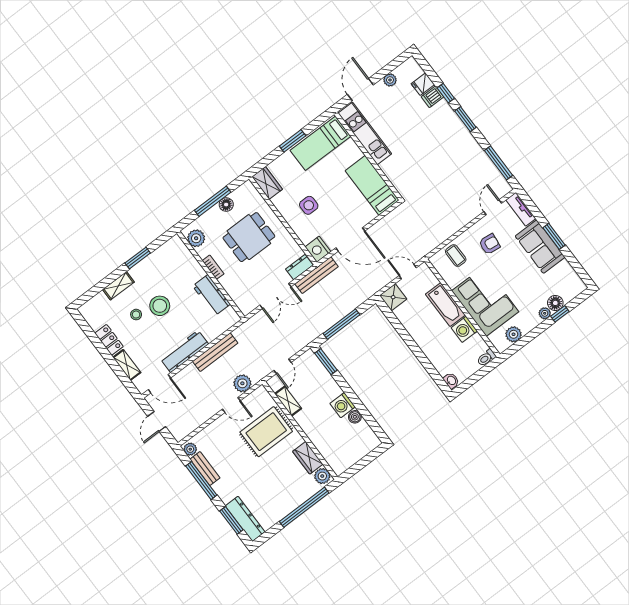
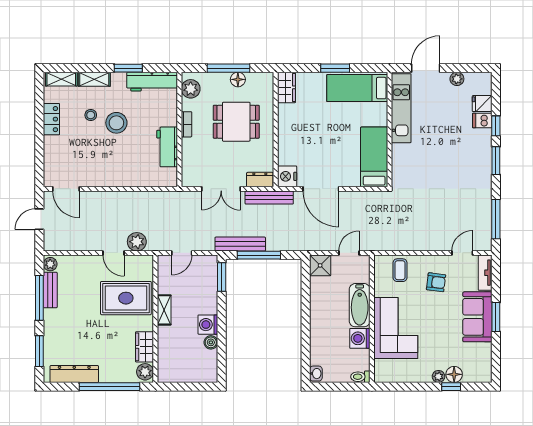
side table: (309, 205) -> (307, 133), removed
door: (408, 272) -> (349, 253), hinge flipped
plant: (514, 334) -> (399, 374), removed
workbench: (184, 351) -> (152, 82), moved, turned 180
bench: (215, 352) -> (240, 244), moved
shelving: (127, 365) -> (61, 79), moved, turned 90
shelving: (288, 401) -> (164, 310), moved
dresser: (245, 519) -> (74, 374), moved, turned -90

